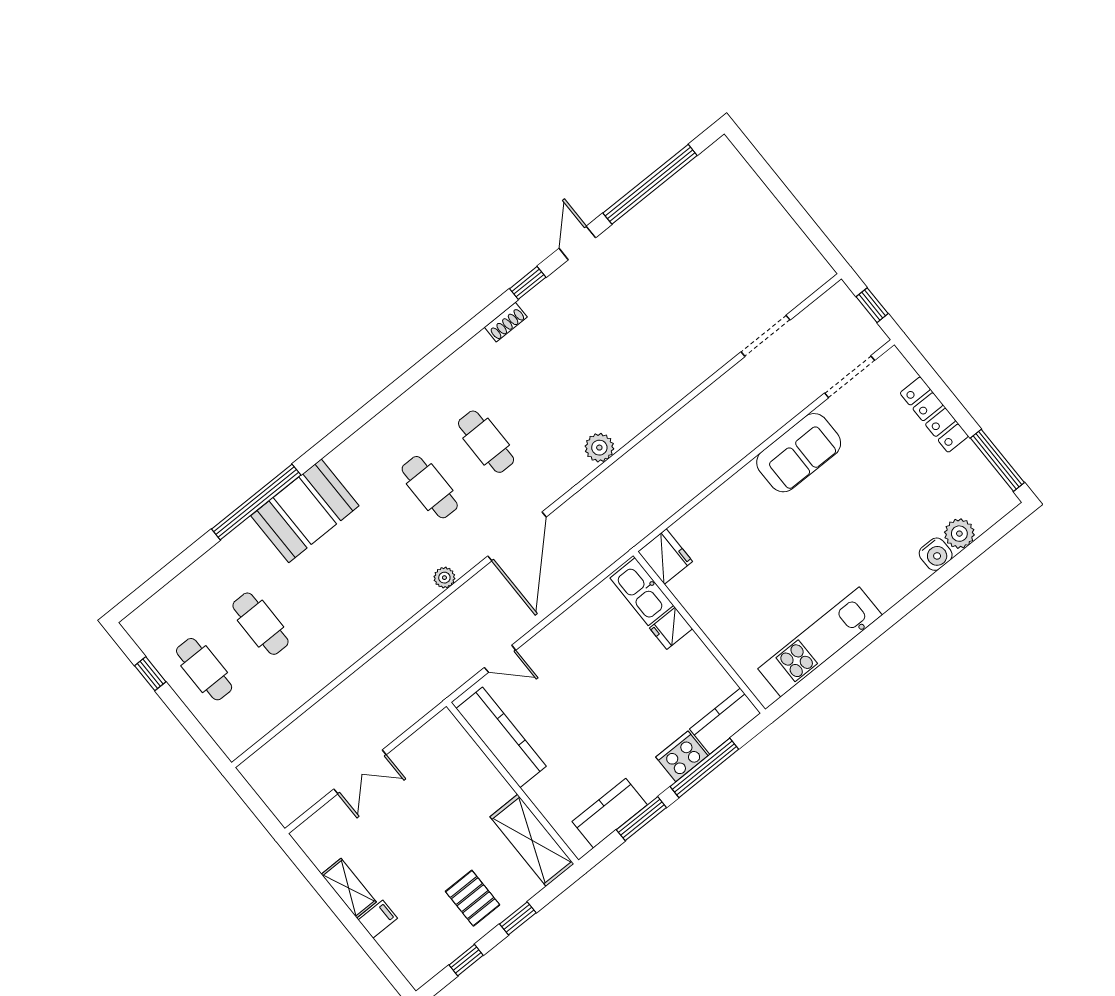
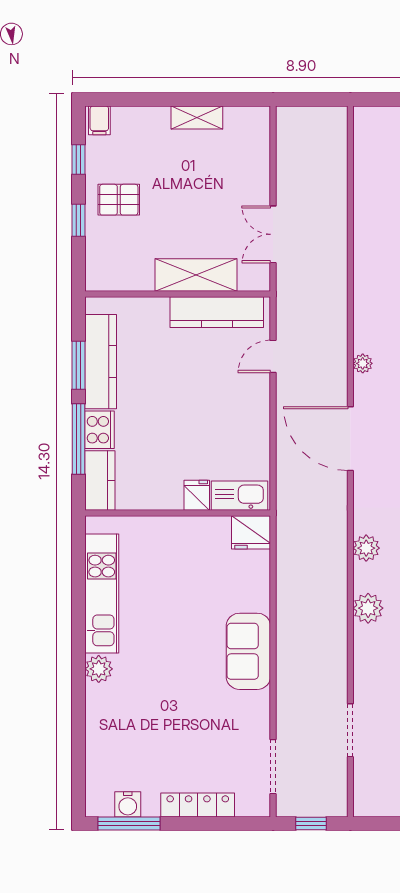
plant: (649, 405) -> (368, 608), added
sofa: (799, 453) -> (248, 651), moved
plant: (959, 534) -> (99, 669), moved
water cooler: (936, 554) -> (128, 804), moved, turned -90
double door: (360, 772) -> (273, 234), moved
kitchen counter: (610, 813) -> (101, 362), width x1.50
shelving: (532, 840) -> (196, 275), moved
filing cabinet: (378, 919) -> (99, 120), moved

